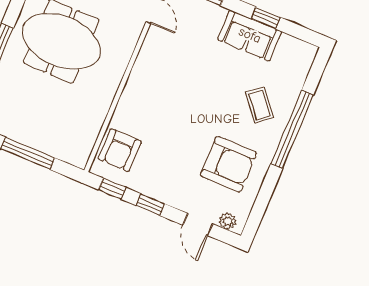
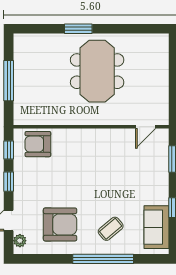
sofa: (250, 35) -> (156, 227), moved
armchair: (229, 164) -> (60, 224), turned -90

